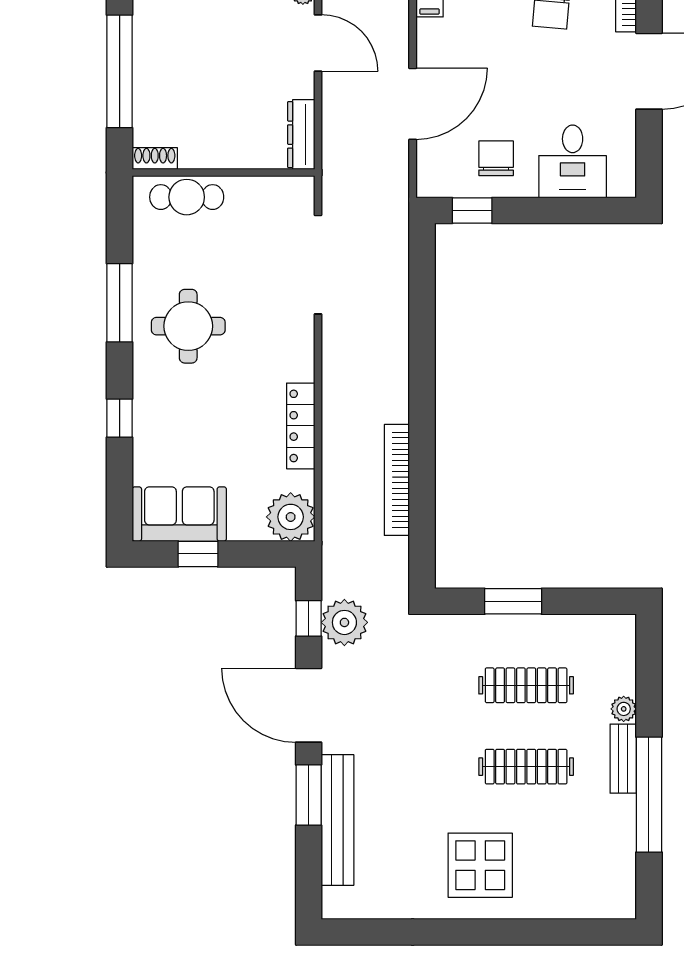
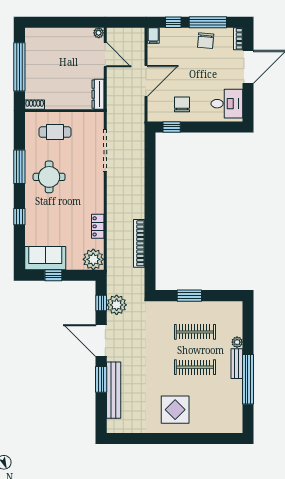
desk: (573, 161) -> (227, 104), moved, turned -90
cafe table: (187, 197) -> (55, 132), moved
locker: (301, 426) -> (98, 226), width x0.66

